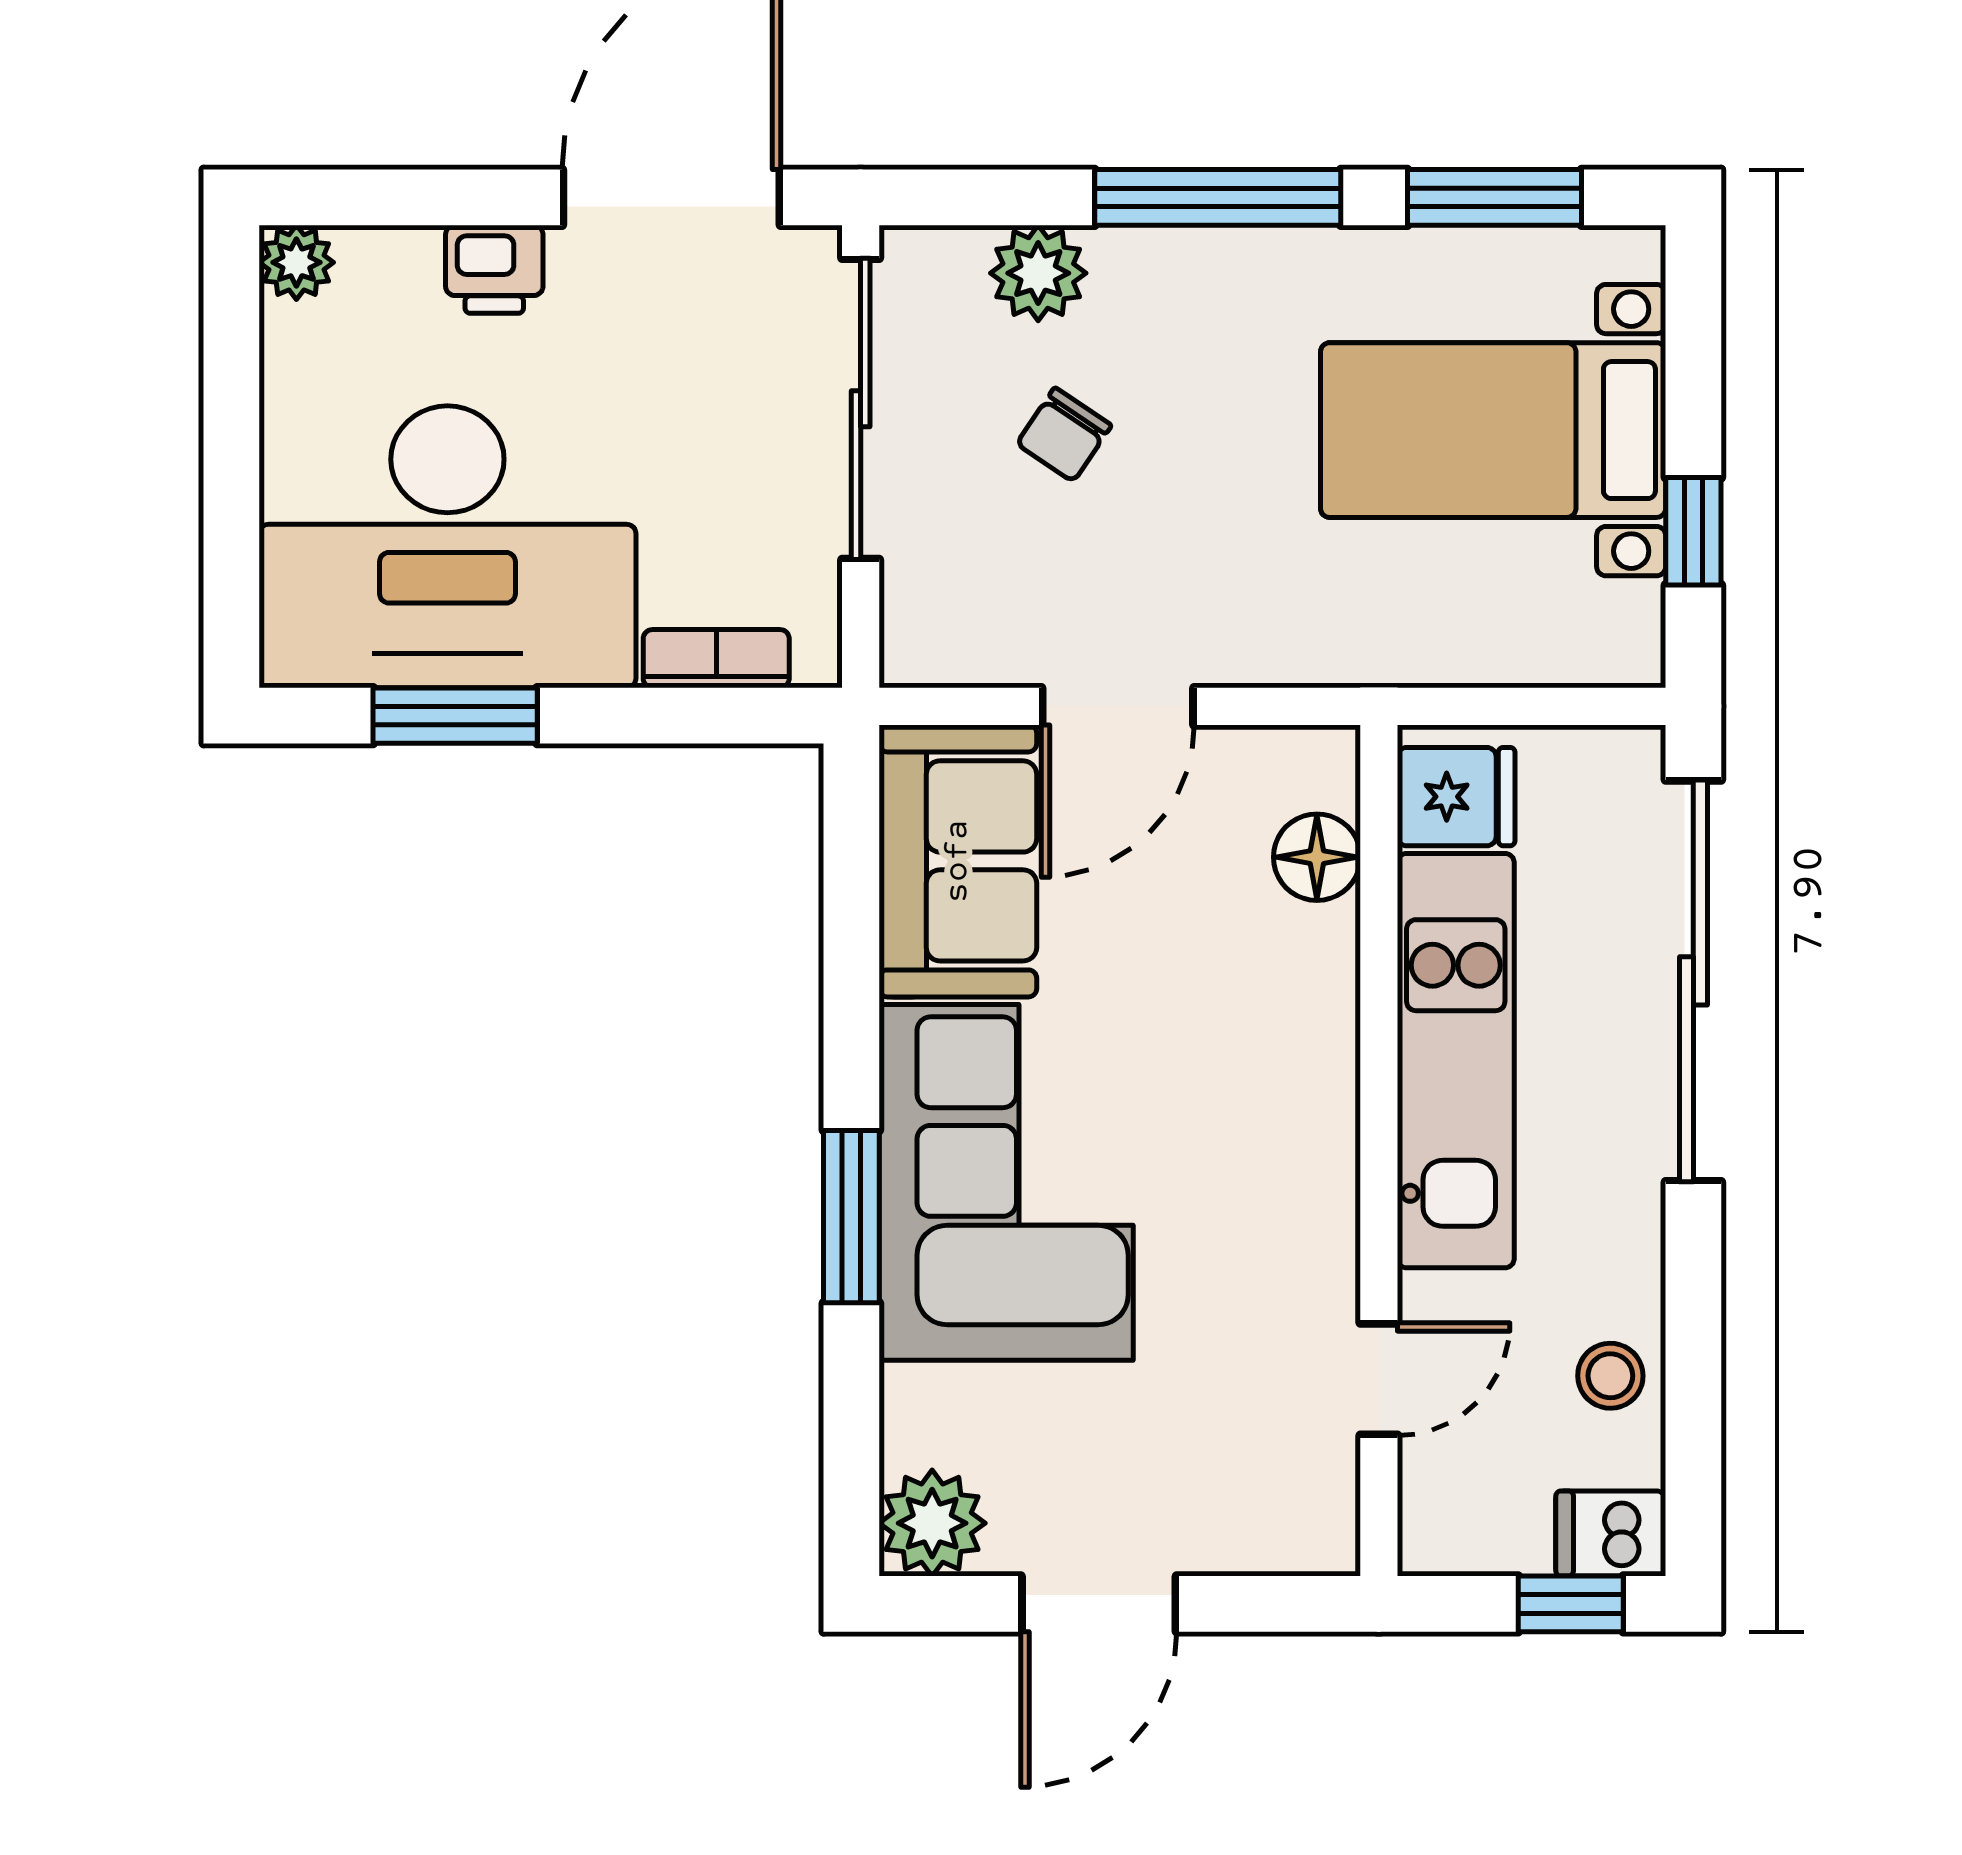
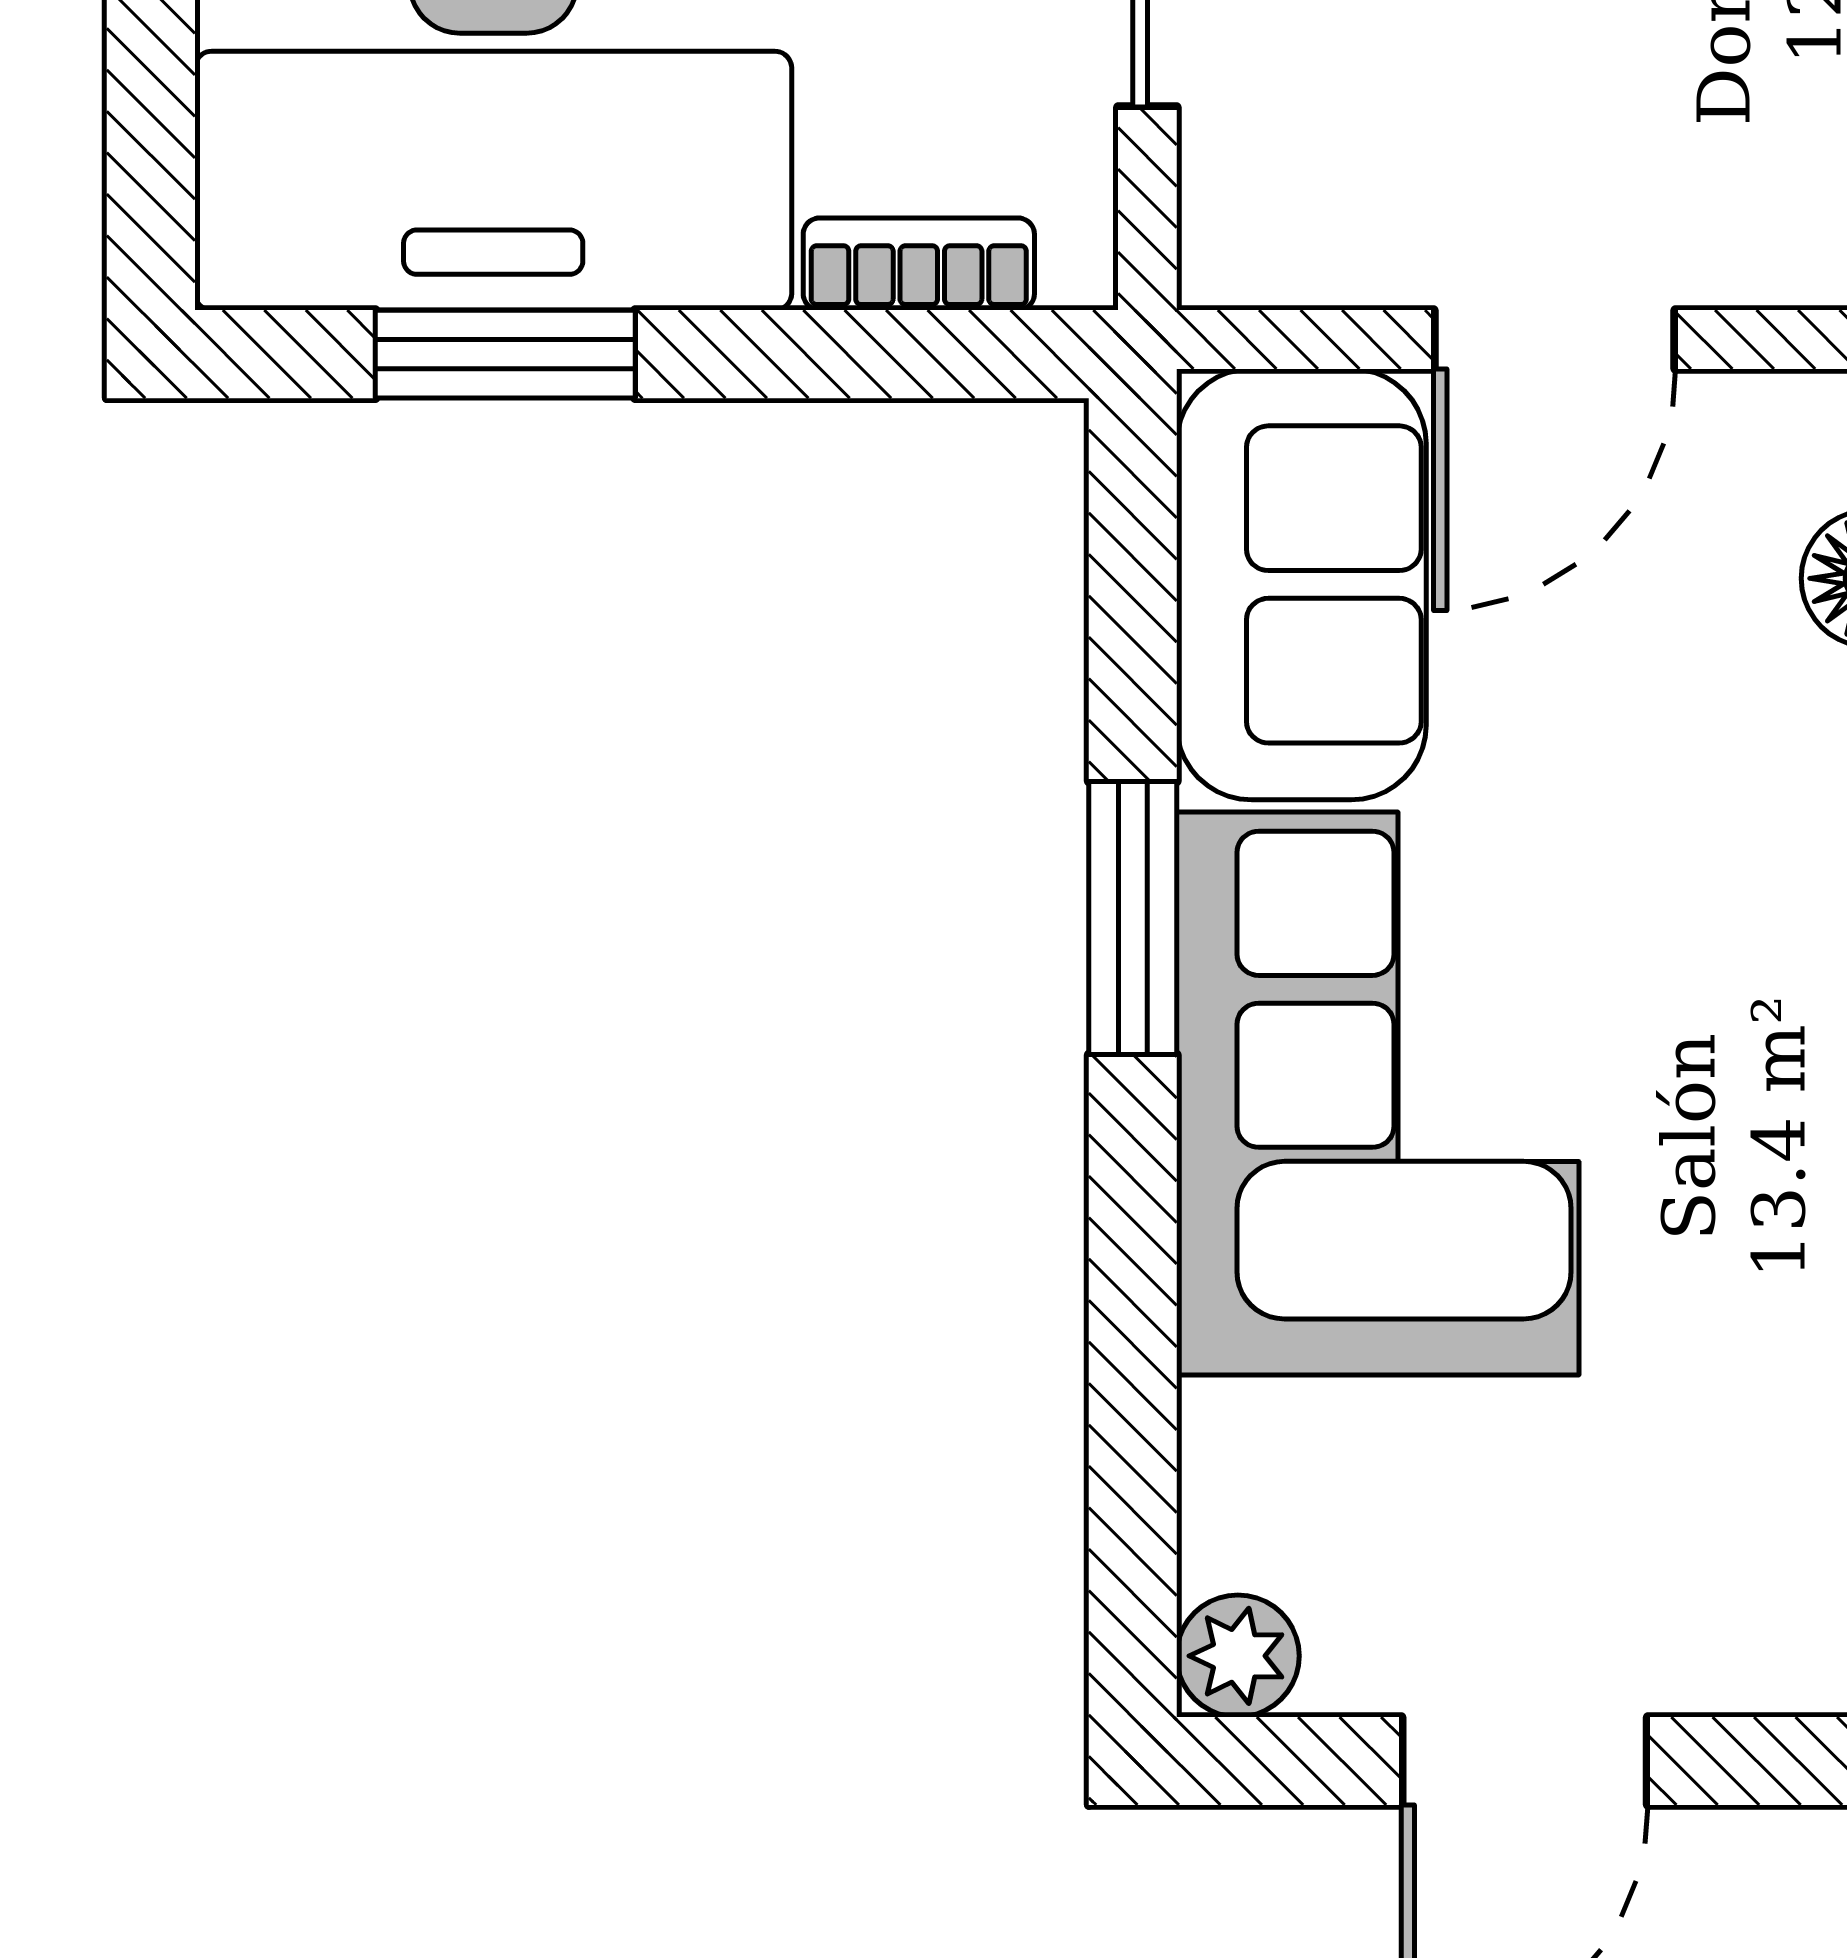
window: (851, 1217) -> (1133, 918), moved
plant: (932, 1523) -> (1238, 1656), width x0.73, depth x0.73

